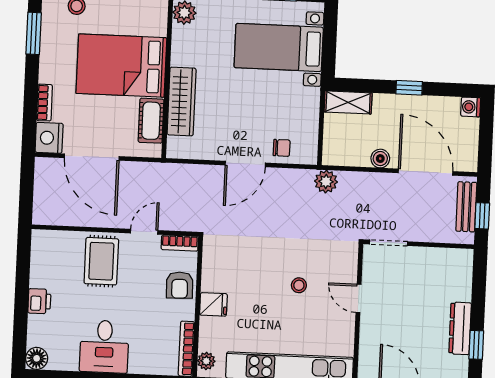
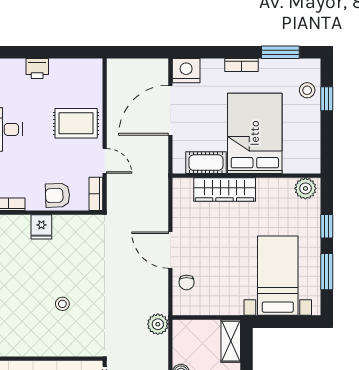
bookcase: (44, 103) -> (241, 65), moved
door: (359, 298) -> (53, 359), removed

